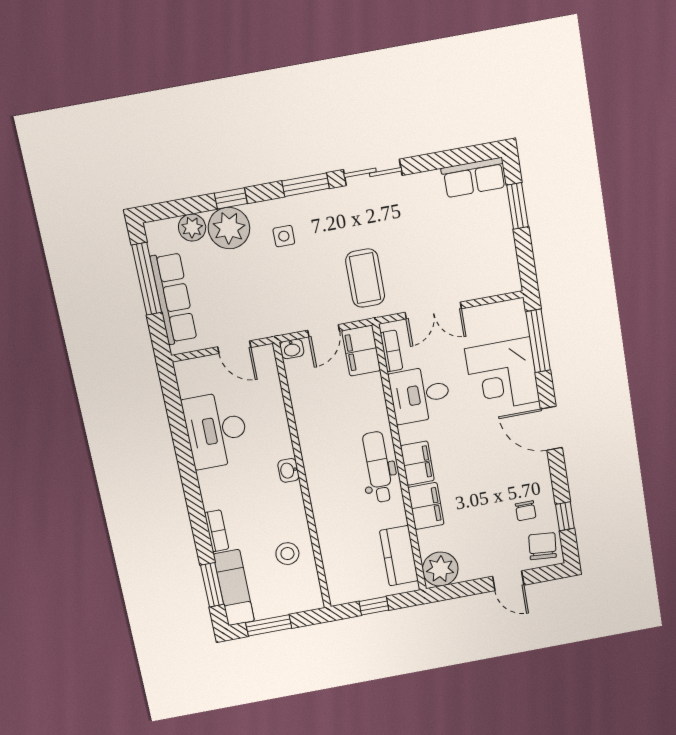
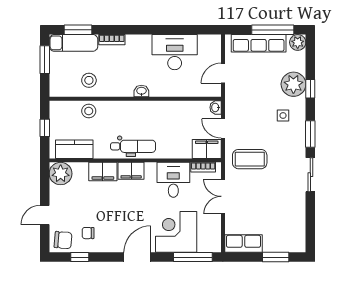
row of seats: (474, 178) -> (243, 243), moved, turned 90
plant: (192, 228) -> (298, 42), moved
stool: (335, 545) -> (89, 111), added

